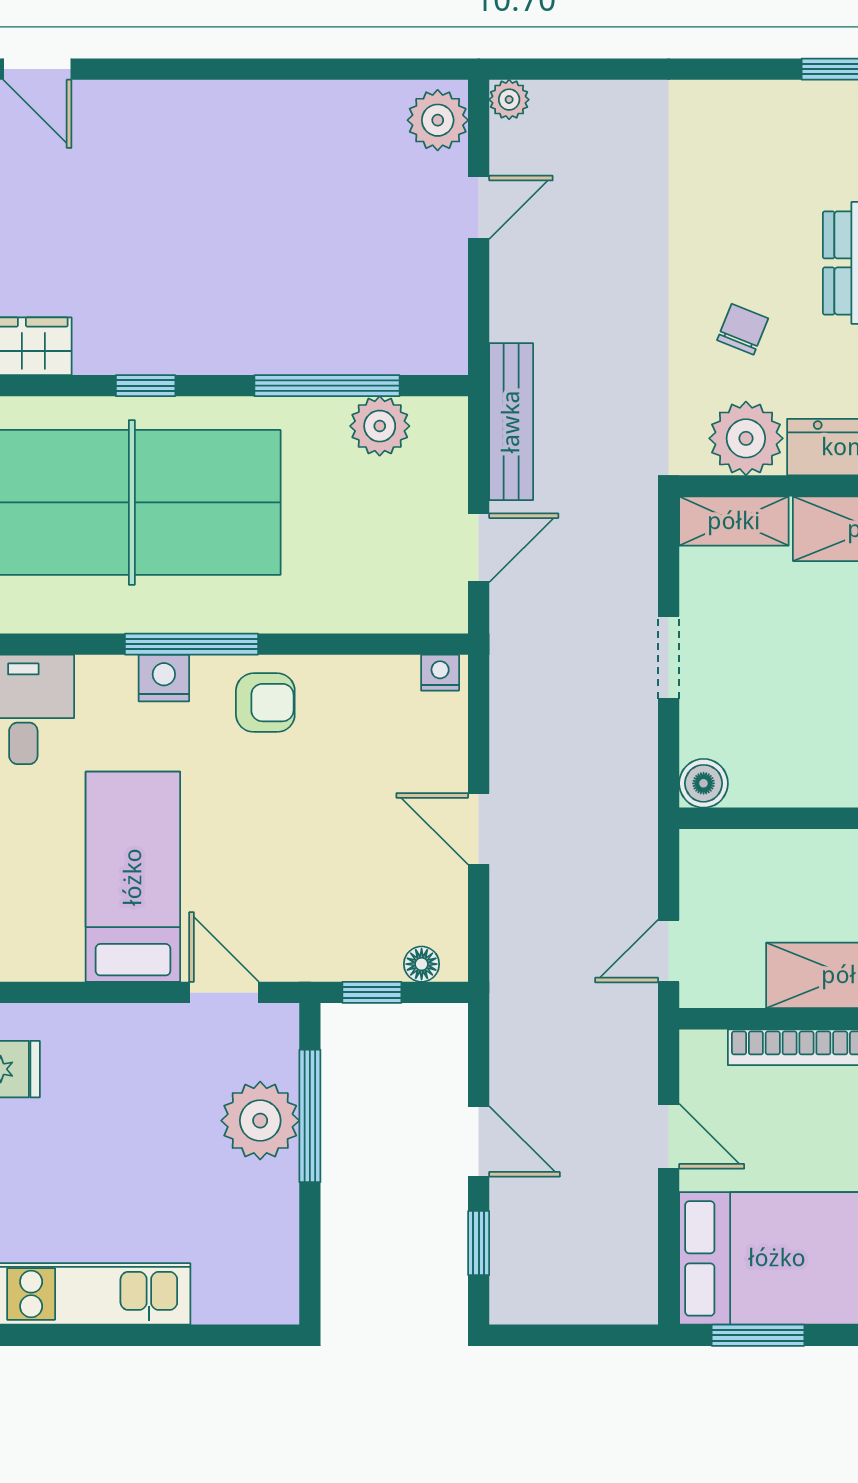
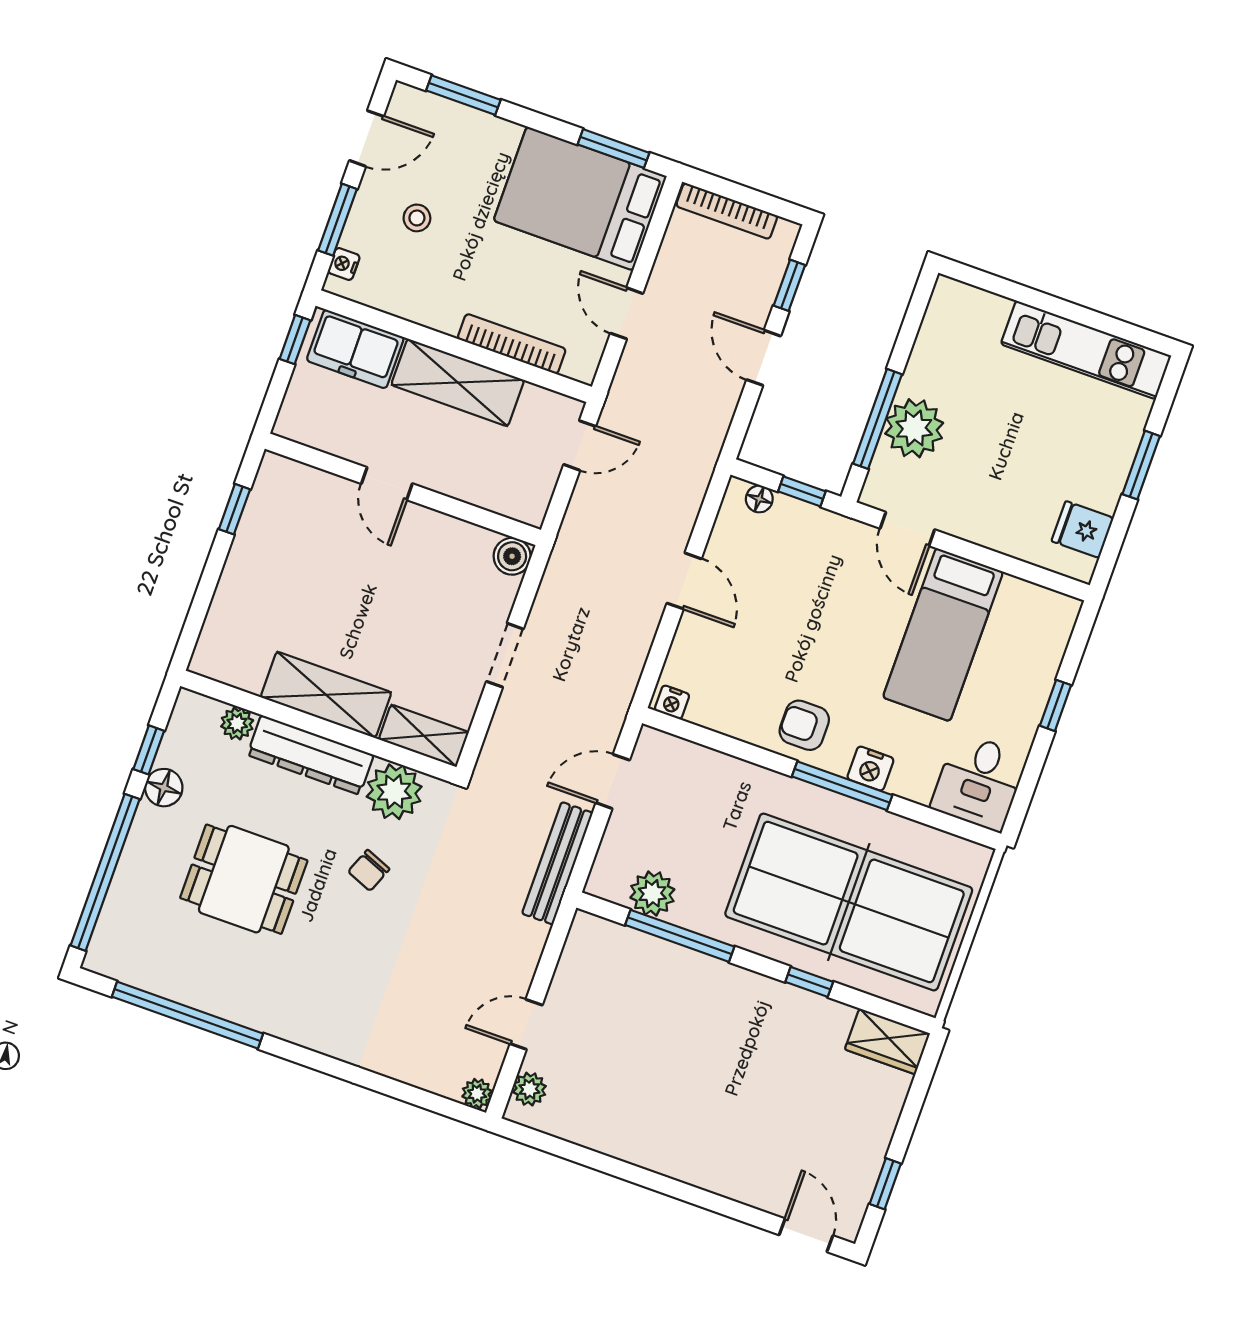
plant: (438, 120) -> (529, 1089), width x0.73, depth x0.73
bookcase: (589, 1308) -> (727, 211), added

